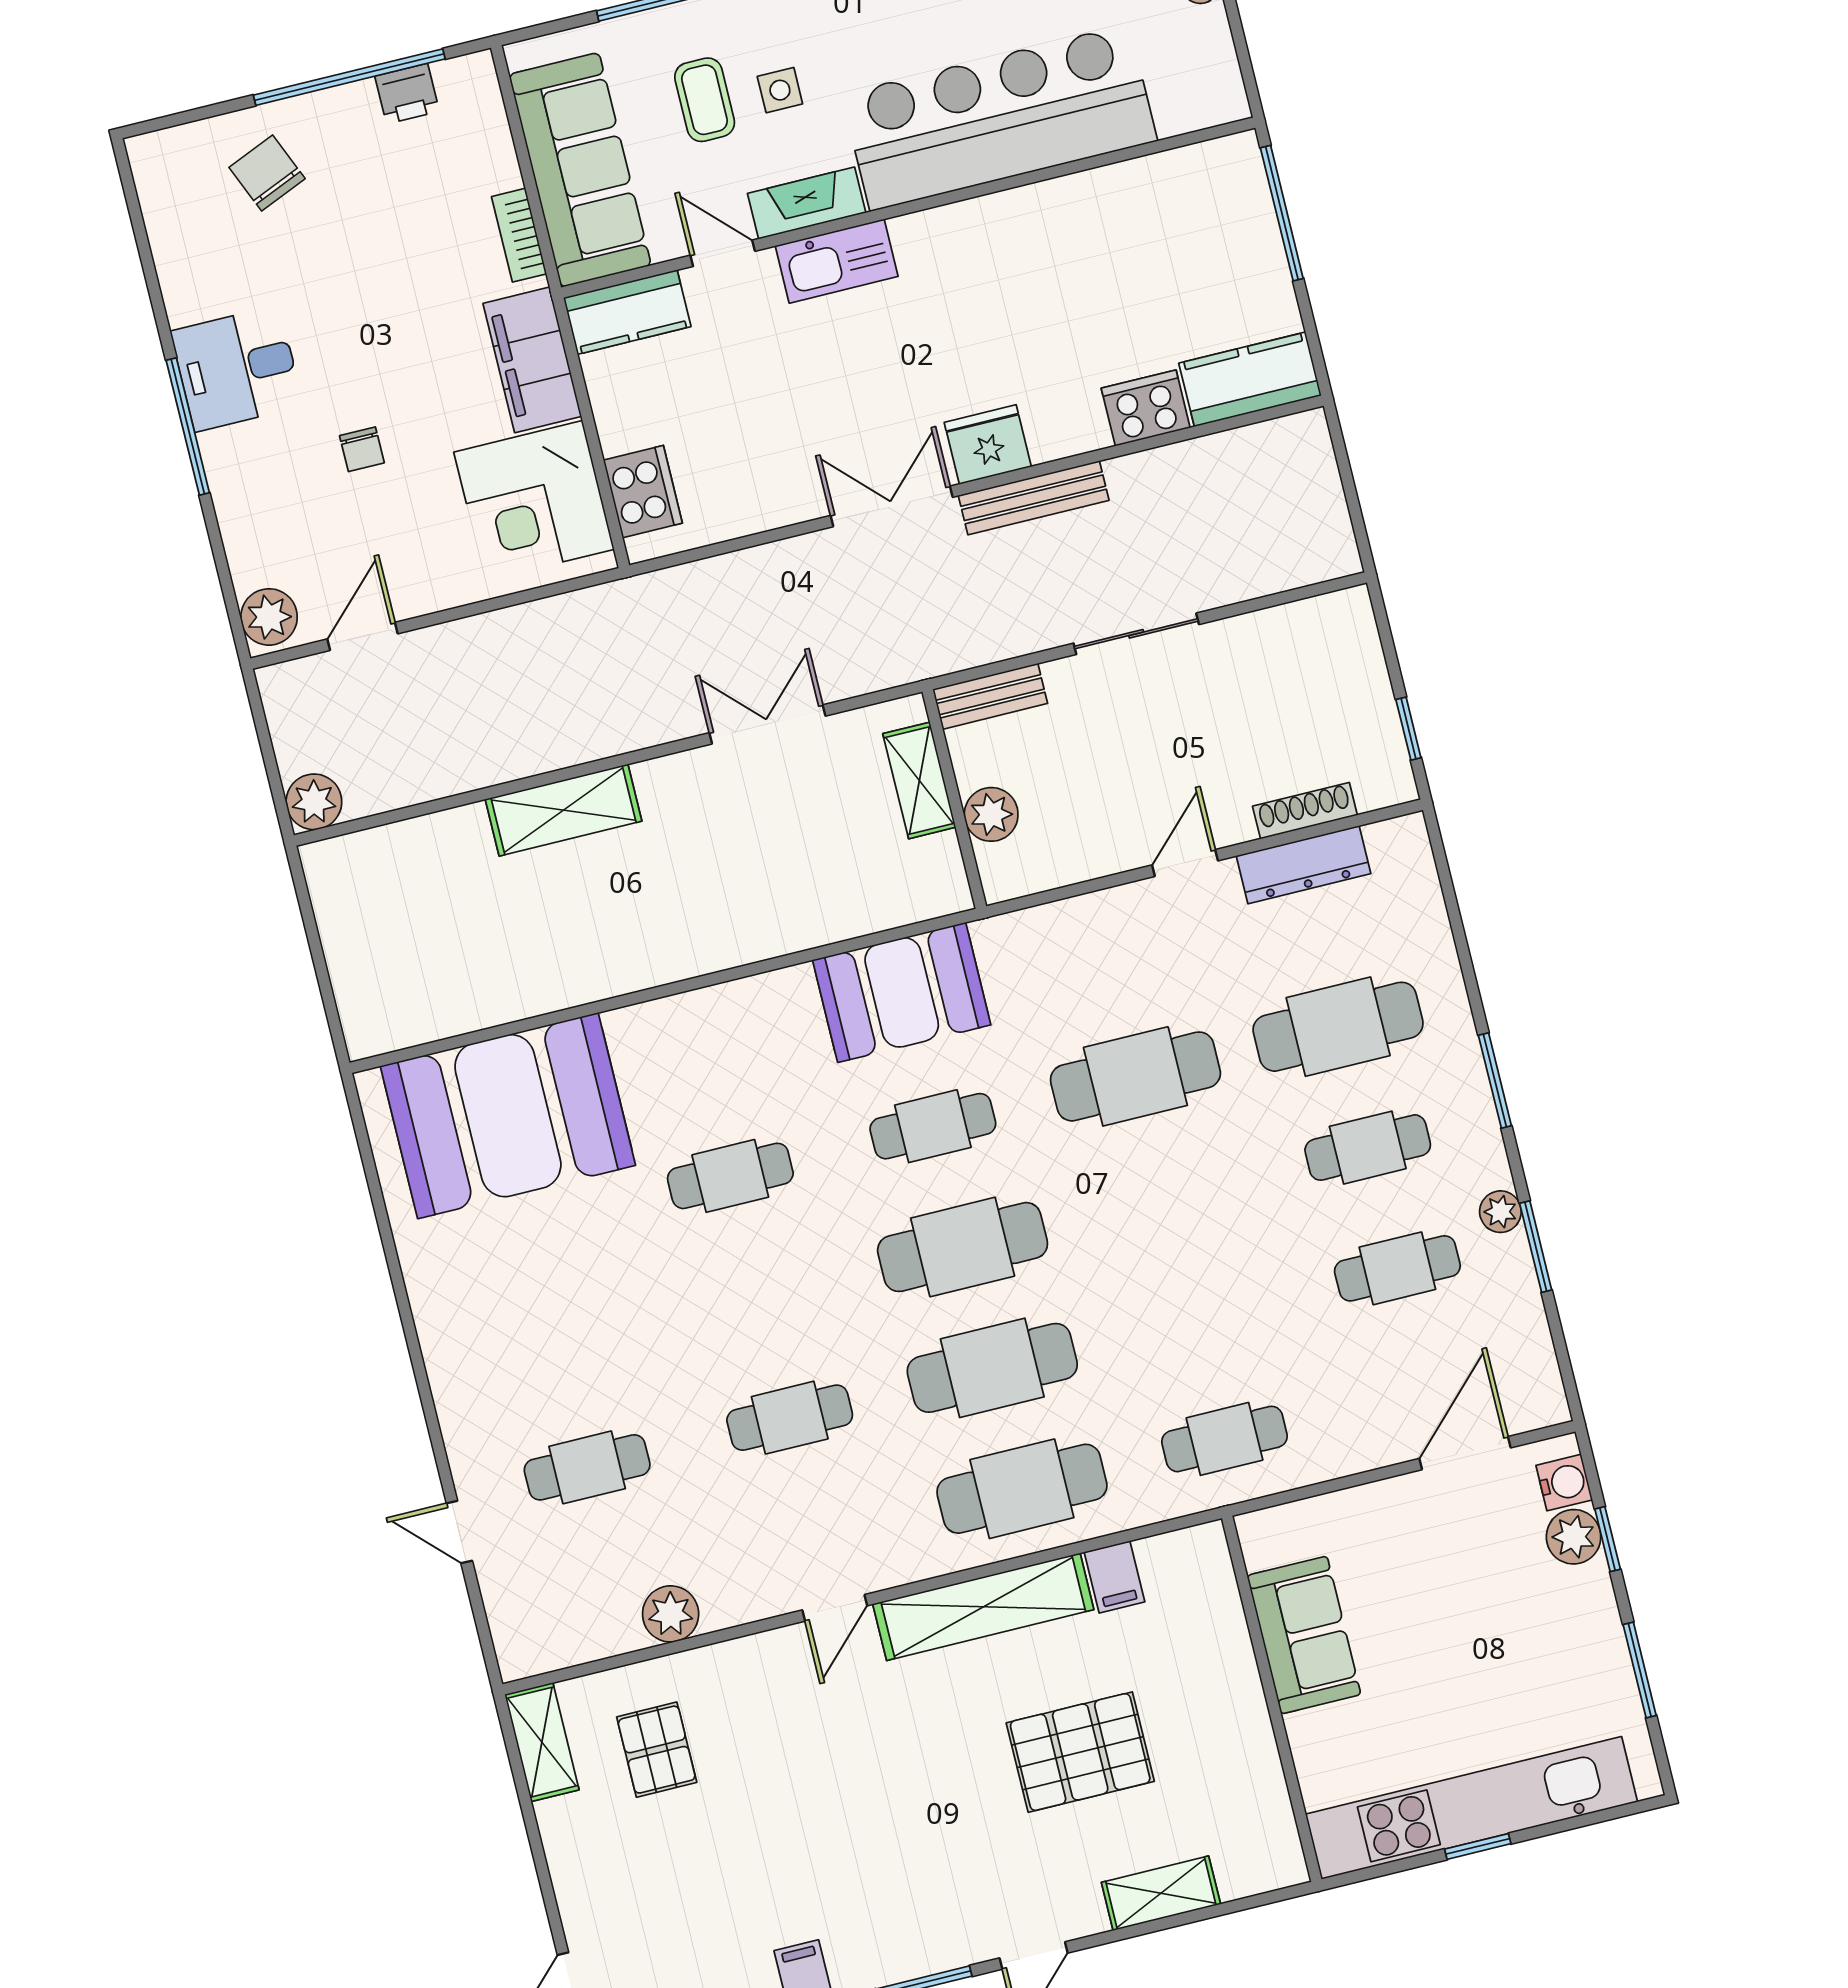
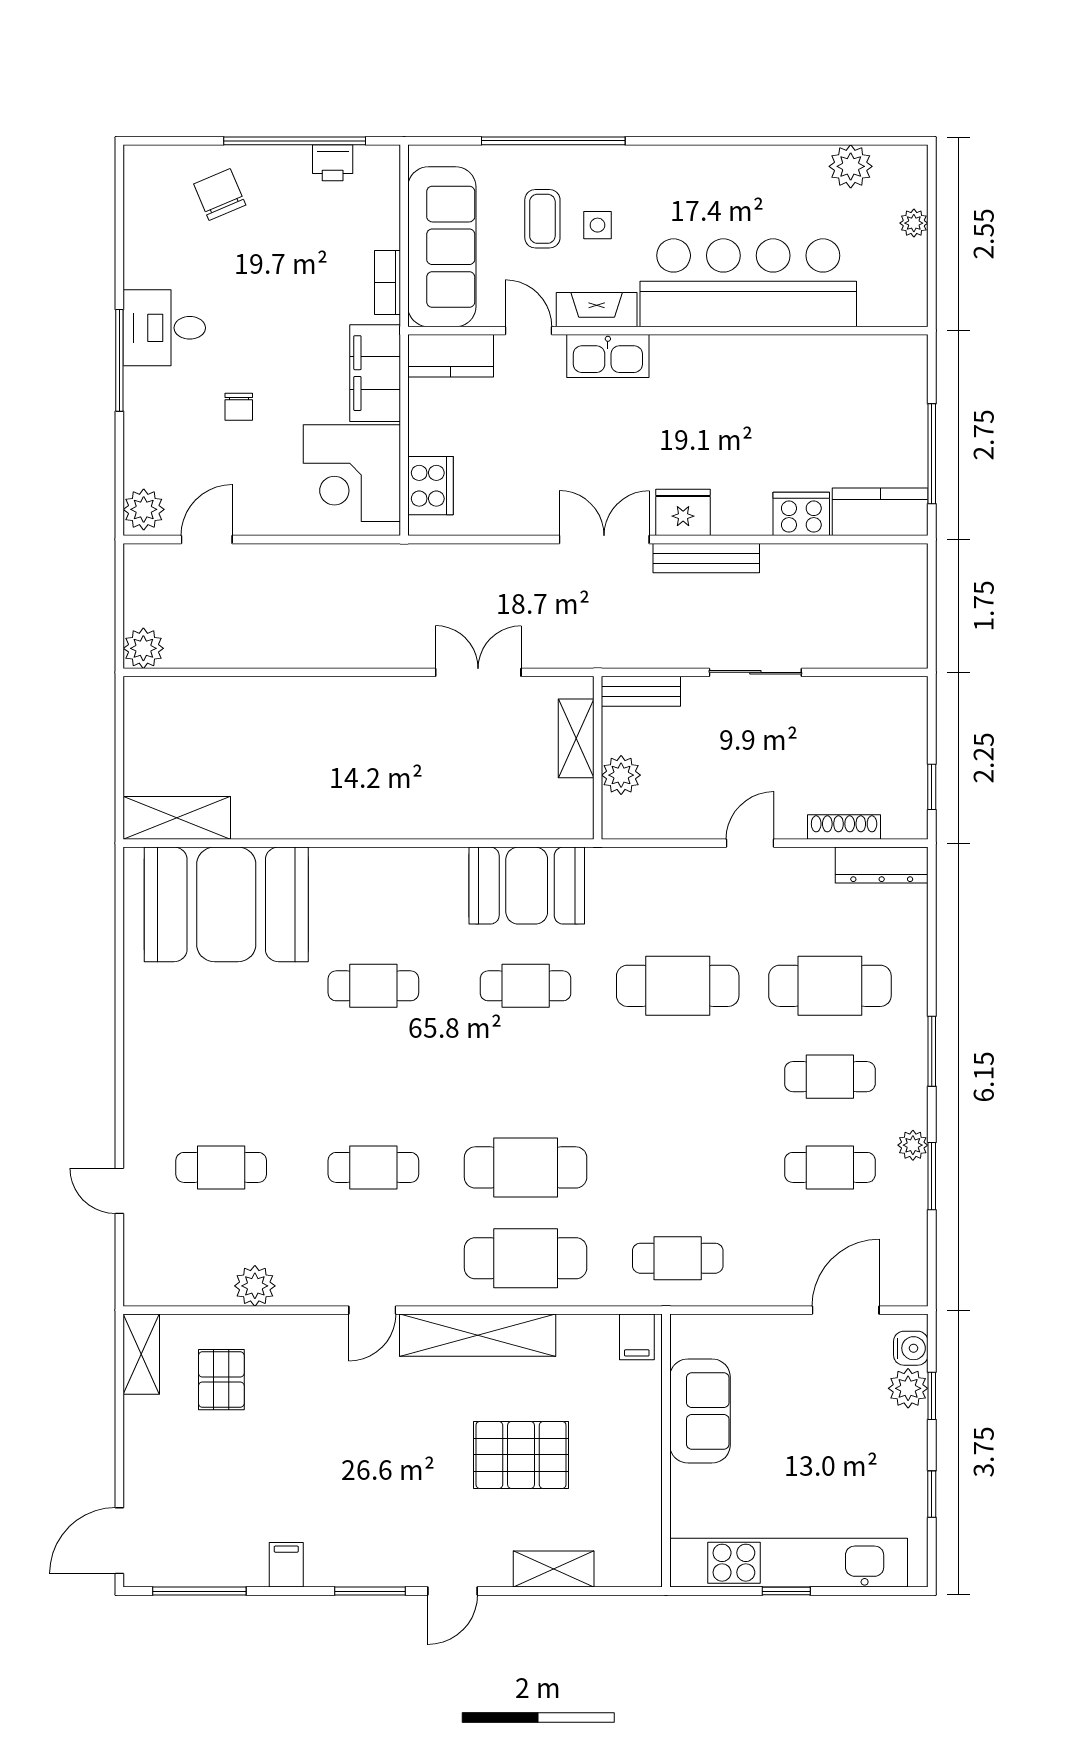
window: (1282, 213) -> (932, 454), moved
shelving: (564, 810) -> (177, 818), moved
dresser: (1304, 865) -> (882, 865), moved
cafe table: (963, 1247) -> (526, 1077), removed
filing cabinet: (1115, 1577) -> (637, 1337), moved
window: (1640, 1670) -> (932, 1494), width x0.67

